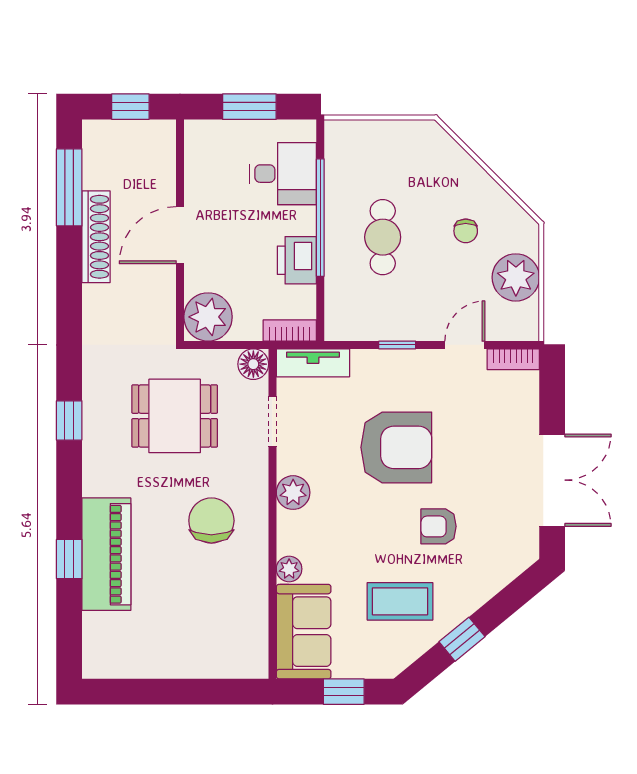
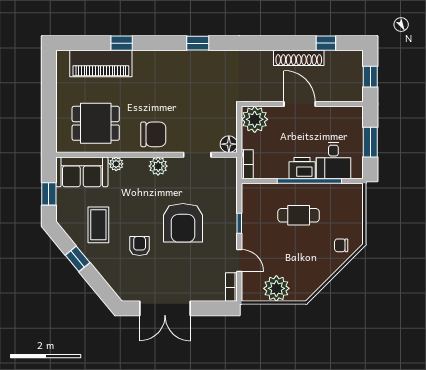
window: (69, 187) -> (326, 43), width x0.46
chair: (466, 231) -> (341, 245), moved
printer: (297, 260) -> (302, 168), moved
tv unit: (313, 363) -> (229, 177), removed
dining table: (175, 416) -> (96, 123), moved, turned 90
chair: (211, 521) -> (153, 134), moved
piano: (106, 554) -> (101, 63), moved

